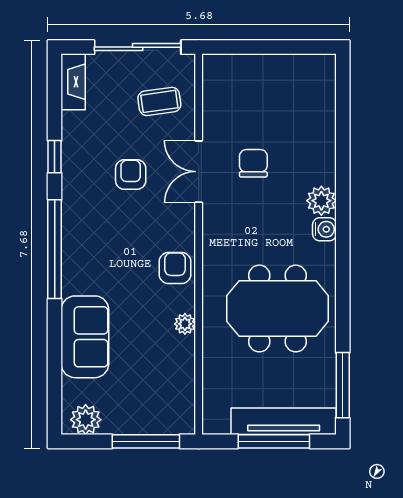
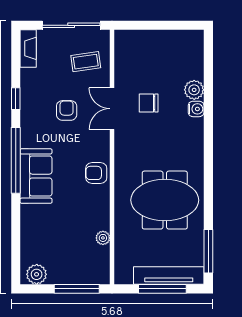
chair: (253, 163) -> (149, 103), turned -90
plant: (321, 201) -> (194, 90), moved
water cooler: (324, 229) -> (196, 109), moved
armchair: (175, 268) -> (96, 173), turned -90
plant: (185, 324) -> (103, 238), moved
sofa: (85, 337) -> (36, 176), moved

